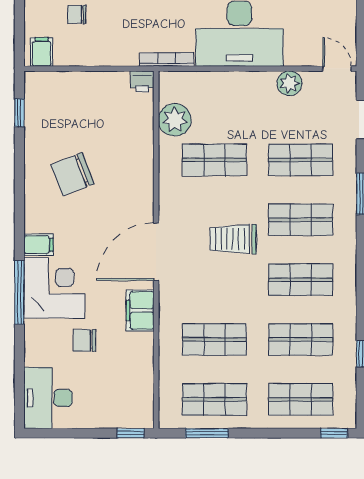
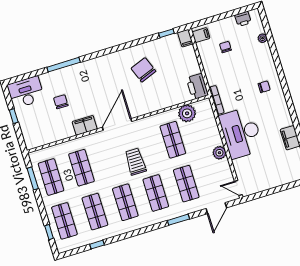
door: (337, 69) -> (238, 188), swing flipped
printer: (142, 82) -> (197, 86), width x1.87, depth x1.48
plant: (289, 83) -> (219, 153), moved
filing cabinet: (39, 245) -> (185, 38), moved
door: (156, 252) -> (117, 124), hinge flipped
corner desk: (54, 288) -> (83, 78), removed
window: (19, 292) -> (64, 65), moved
window: (131, 433) -> (14, 116), moved
window: (334, 433) -> (49, 232), moved

